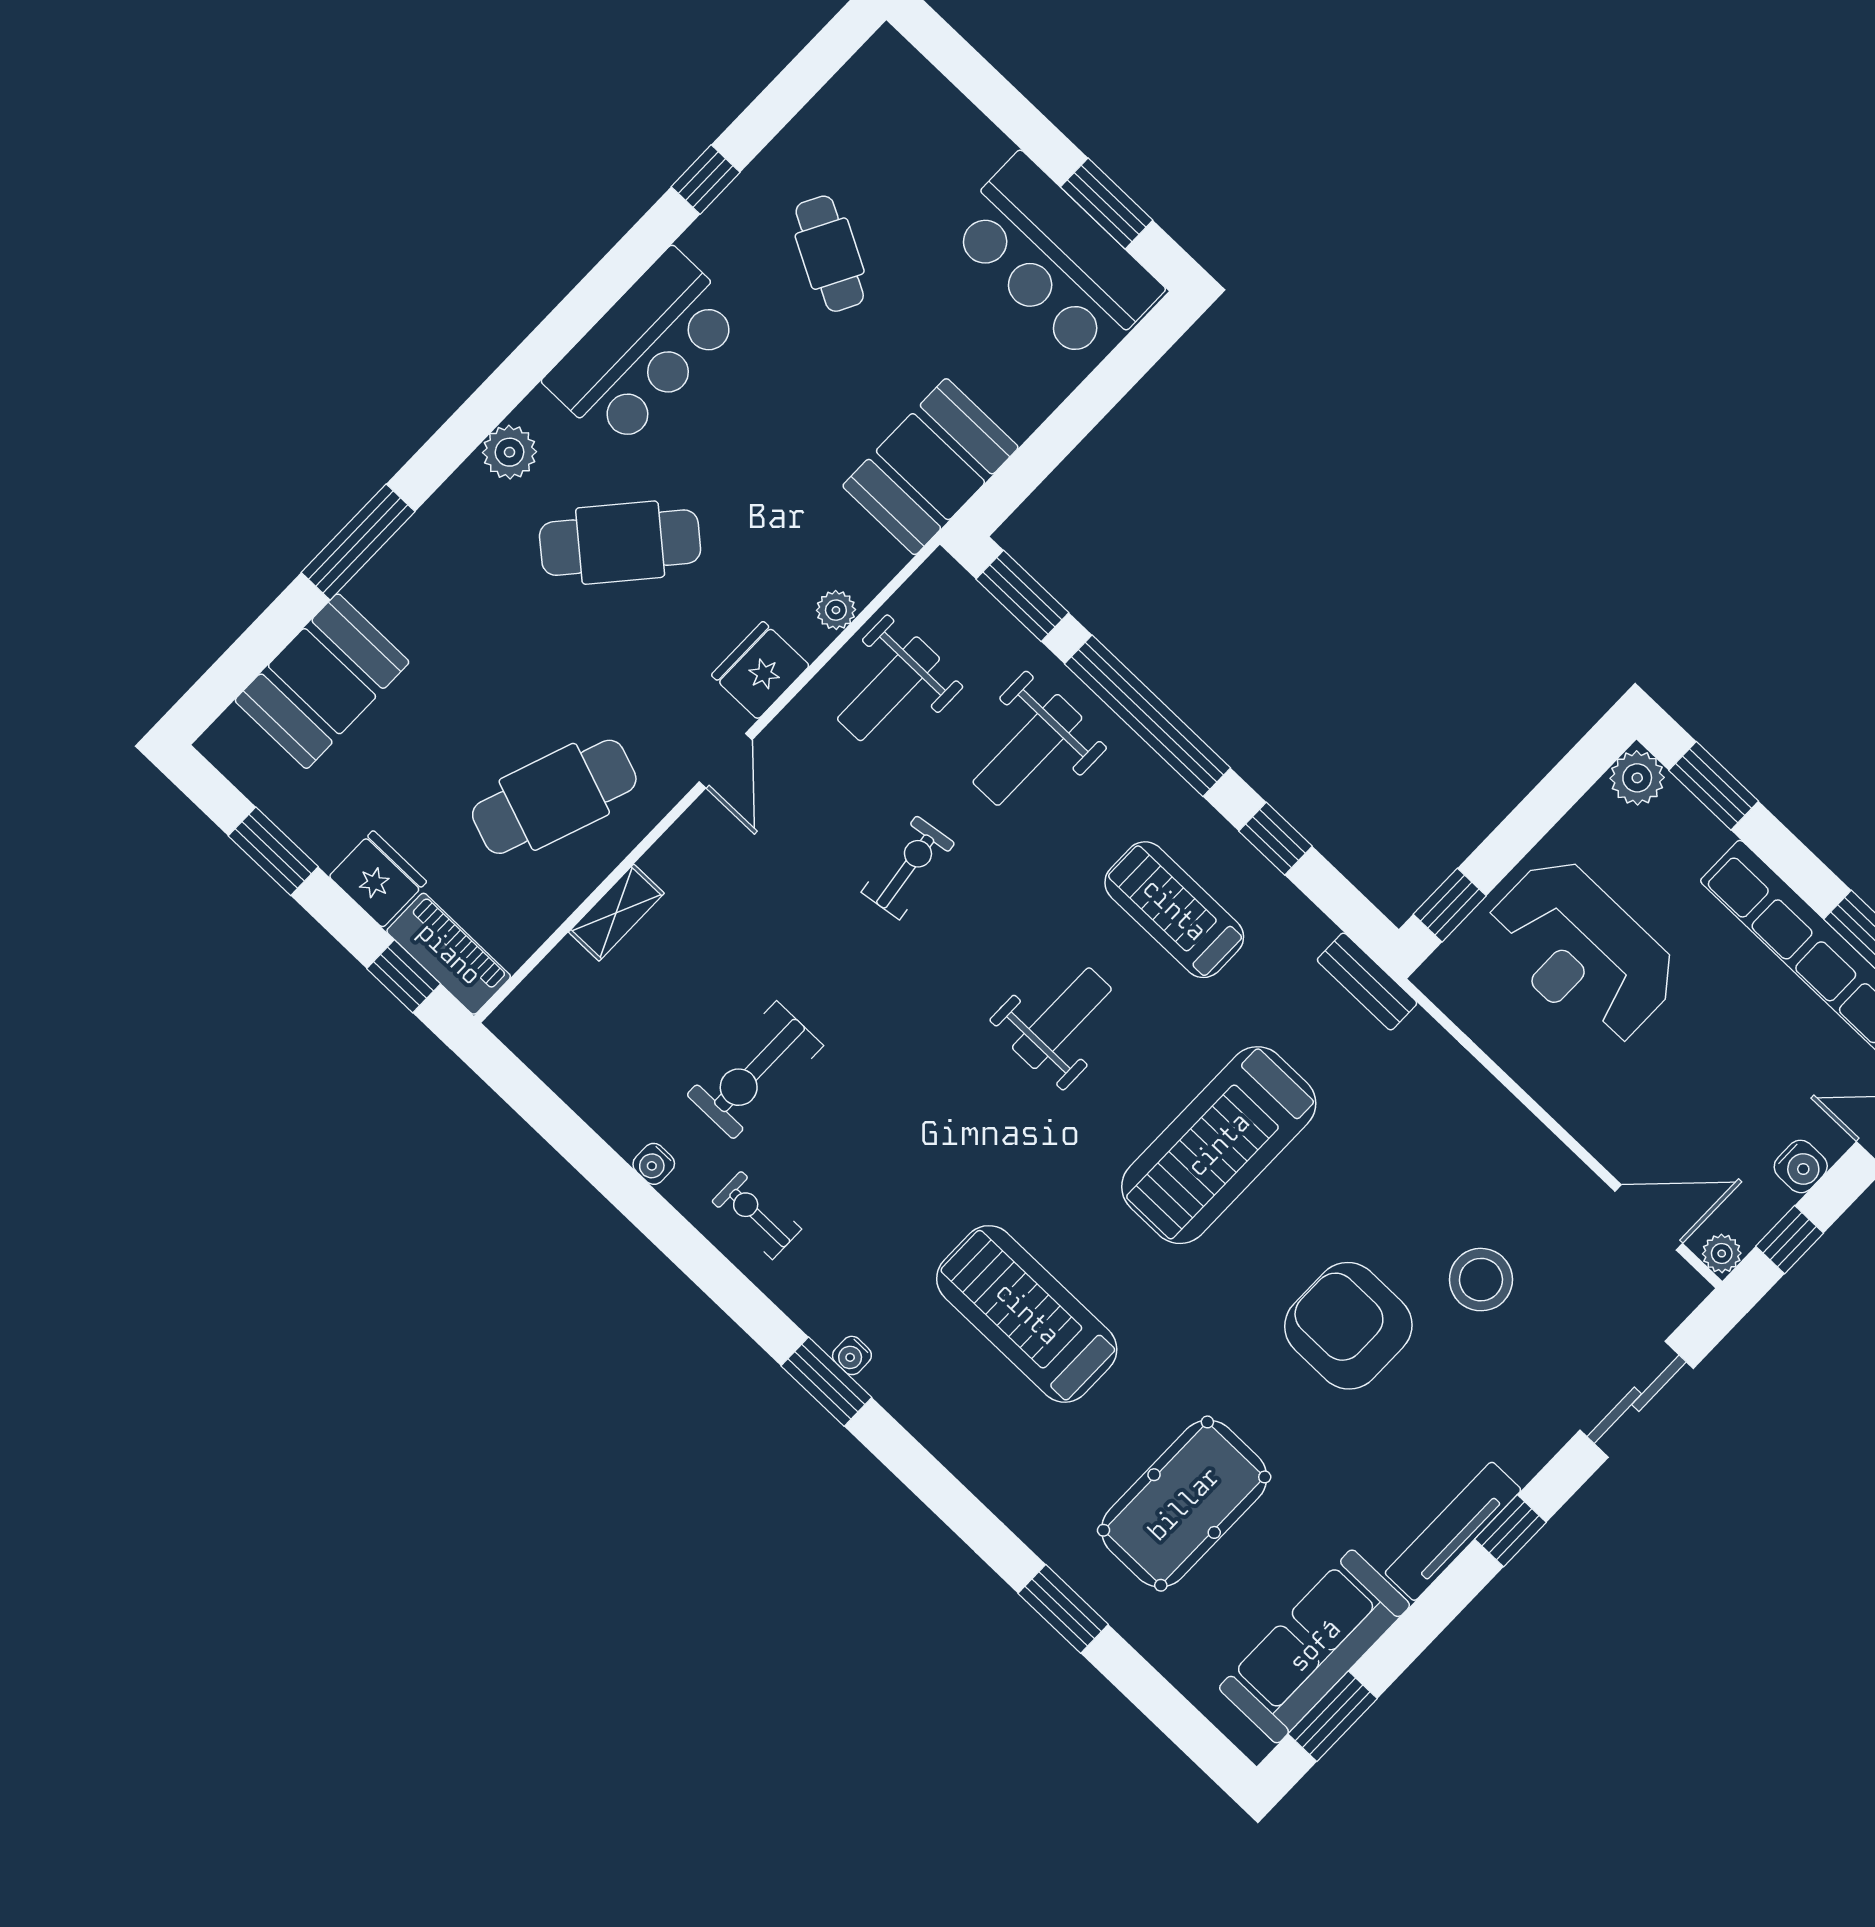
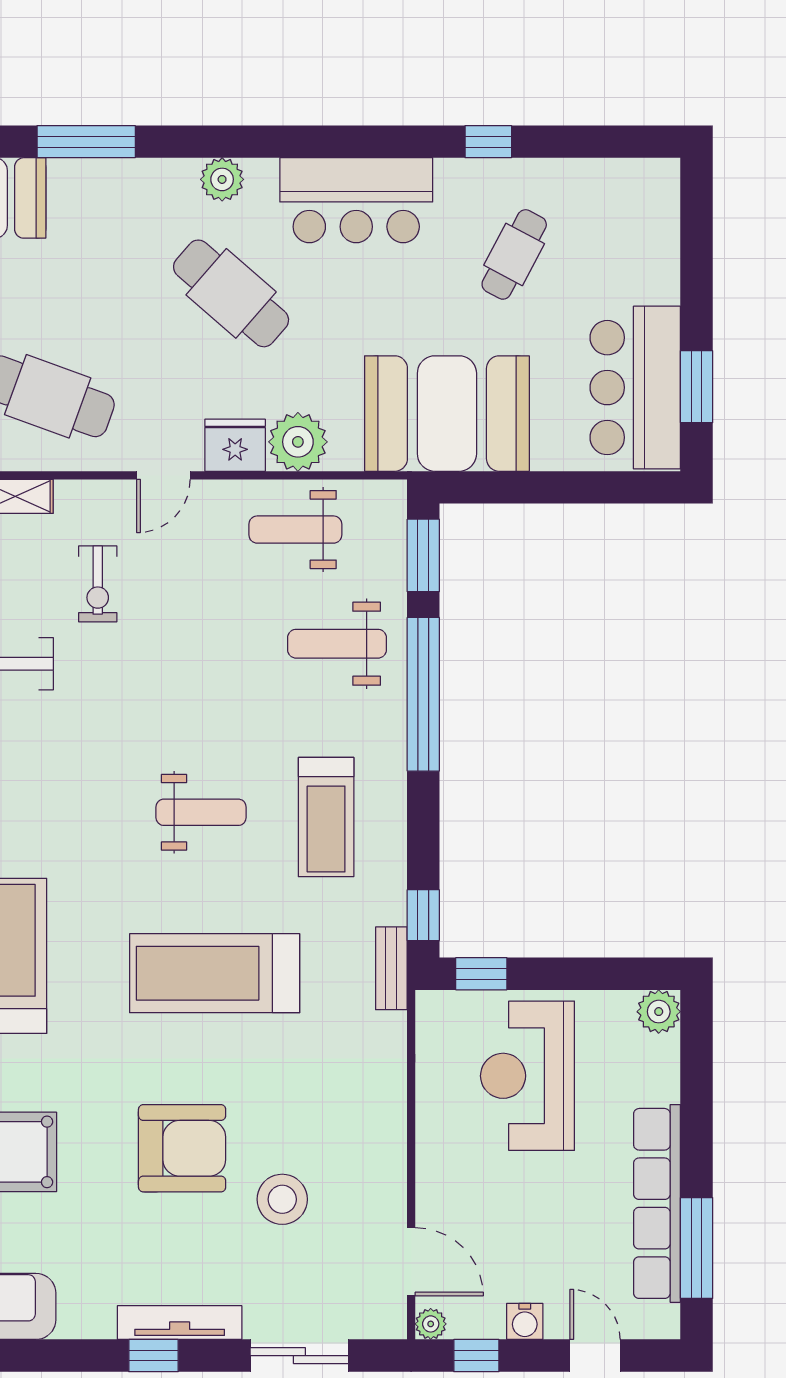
booth: (930, 467) -> (447, 414), width x1.36, depth x1.42
plant: (836, 610) -> (298, 442), width x1.88, depth x1.88
window: (1714, 786) -> (697, 1060), removed
window: (1276, 839) -> (423, 915), moved
exercise bike: (908, 868) -> (98, 584), moved, turned 98
treadmill: (1174, 910) -> (326, 817), turned 180
armchair: (1348, 1326) -> (182, 1148), turned 90
tv unit: (1453, 1531) -> (180, 1323), moved

